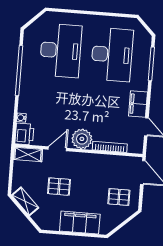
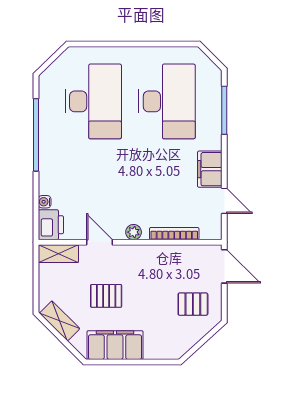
plant: (82, 139) -> (134, 232), width x0.53, depth x0.53
door: (57, 149) -> (100, 242), hinge flipped
filing cabinet: (80, 223) -> (115, 345), moved

